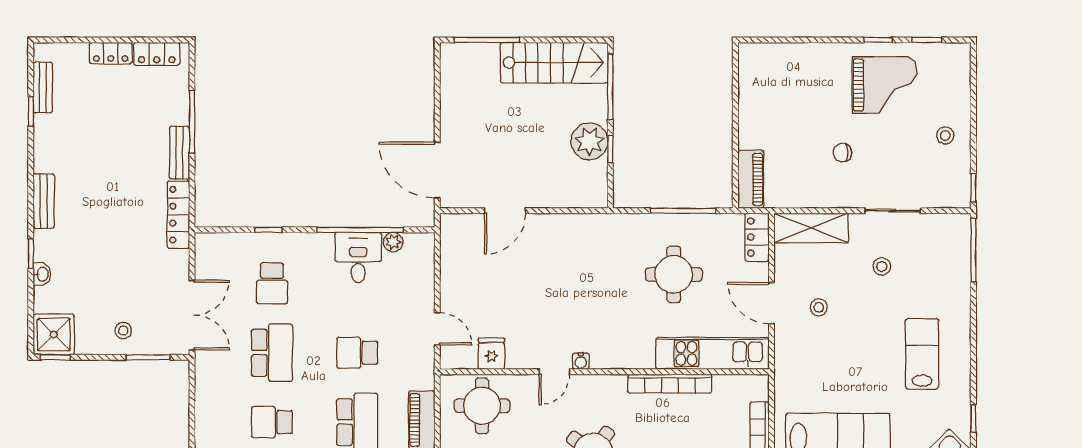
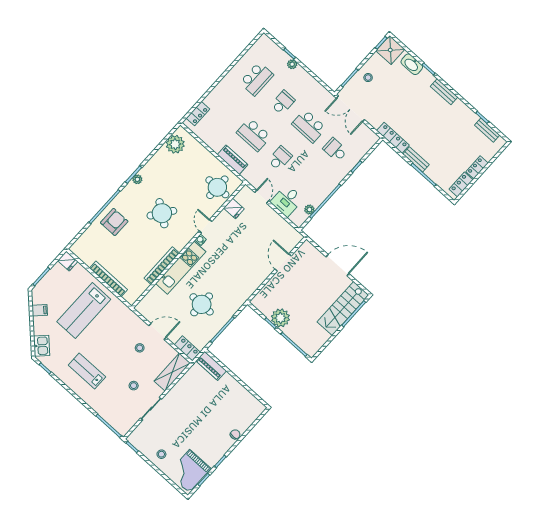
stairs: (554, 63) -> (343, 309), moved
grand piano: (885, 85) -> (189, 471), moved
chair: (842, 153) -> (235, 434), moved
door: (437, 170) -> (338, 265), moved
desk: (358, 257) -> (287, 200), moved, turned 90
washbasin: (42, 274) -> (412, 64), width x1.91, depth x1.45
door: (437, 329) -> (262, 197), swing flipped
kitchen unit: (712, 353) -> (181, 268), moved
lab bench: (922, 354) -> (87, 371), turned 180

